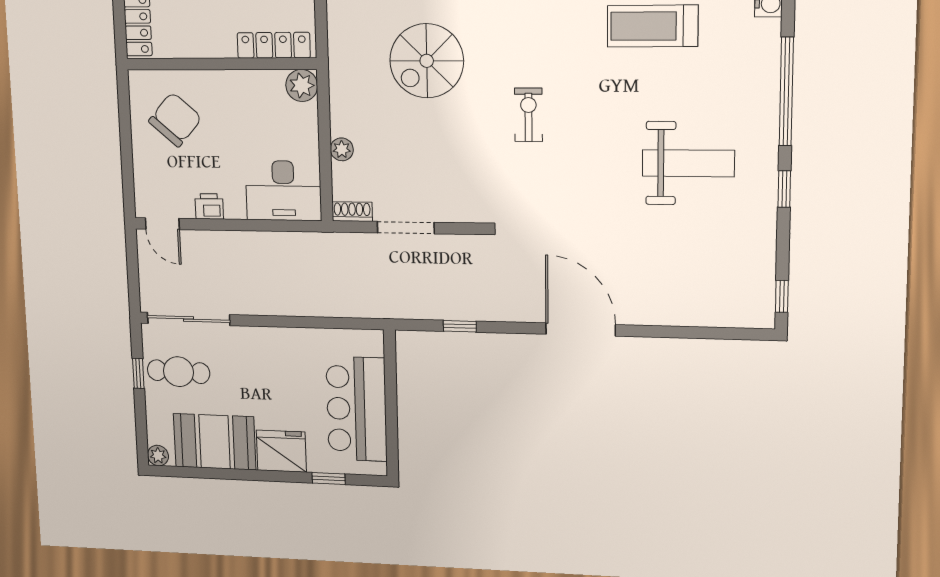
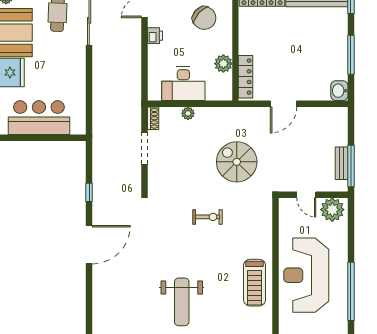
treadmill: (653, 26) -> (255, 283), turned 180
plant: (302, 85) -> (223, 64), moved
desk: (283, 191) -> (183, 84), moved, turned -90
window: (460, 326) -> (89, 192), moved

